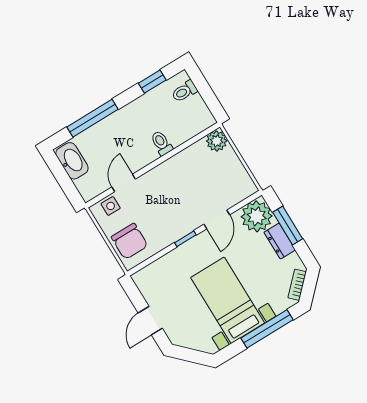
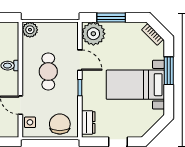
cafe table: (182, 191) -> (48, 72), added
chair: (130, 241) -> (60, 124), turned -90
dresser: (280, 241) -> (88, 123), moved, turned -90
window: (267, 329) -> (169, 71), width x0.69

